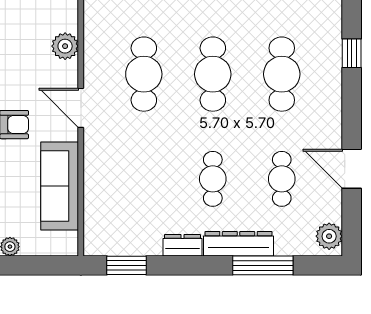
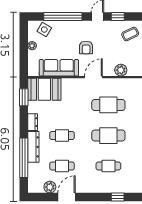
cafe table: (282, 74) -> (108, 166), width x0.73, depth x0.74
booth: (108, 219) -> (44, 89), added
plant: (329, 236) -> (50, 187), moved
window: (263, 265) -> (24, 158), width x1.46

